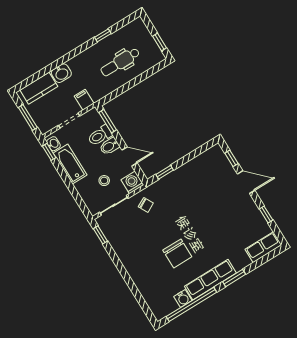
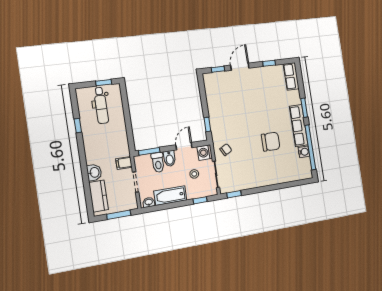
dental chair: (120, 62) -> (101, 105), moved
window: (49, 152) -> (200, 200), moved

